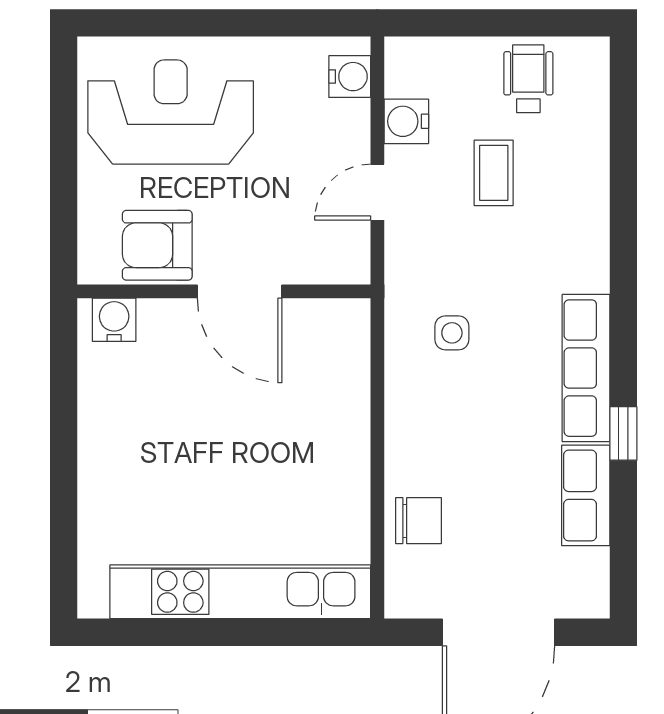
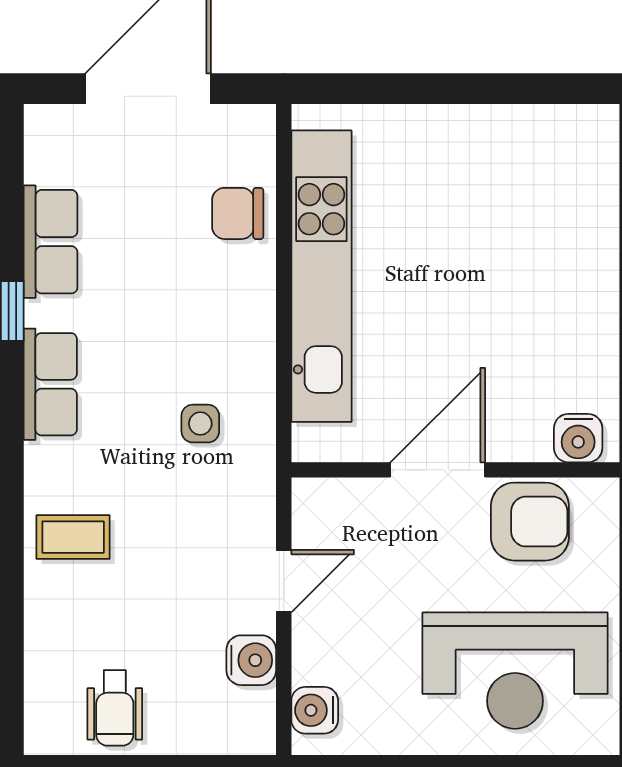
coffee table: (494, 173) -> (73, 537), moved, turned 90
door: (240, 291) -> (438, 470), hinge flipped
row of seats: (586, 368) -> (50, 384), width x0.68
kitchen unit: (240, 592) -> (321, 276), moved, turned -90

